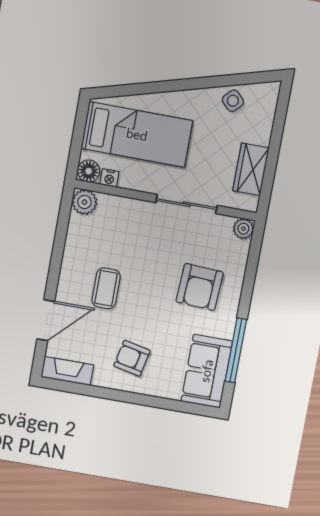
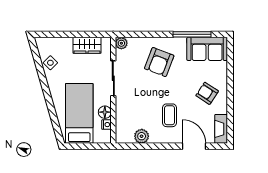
floor lamp: (89, 171) -> (105, 112), moved
plant: (84, 202) -> (142, 136), moved
armchair: (200, 287) -> (159, 62), turned 108
coffee table: (106, 288) -> (170, 115), turned 90
armchair: (132, 358) -> (207, 93), turned 111

